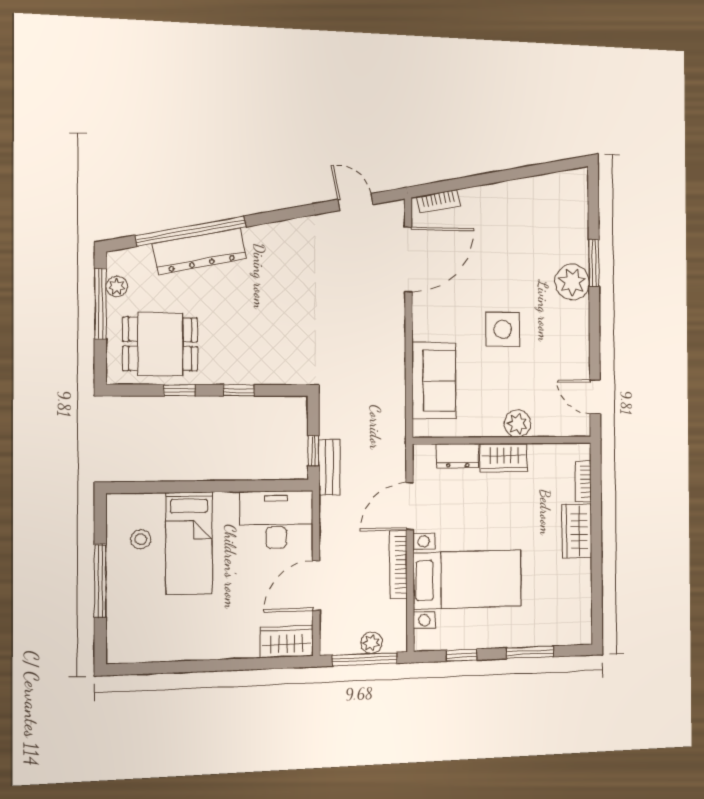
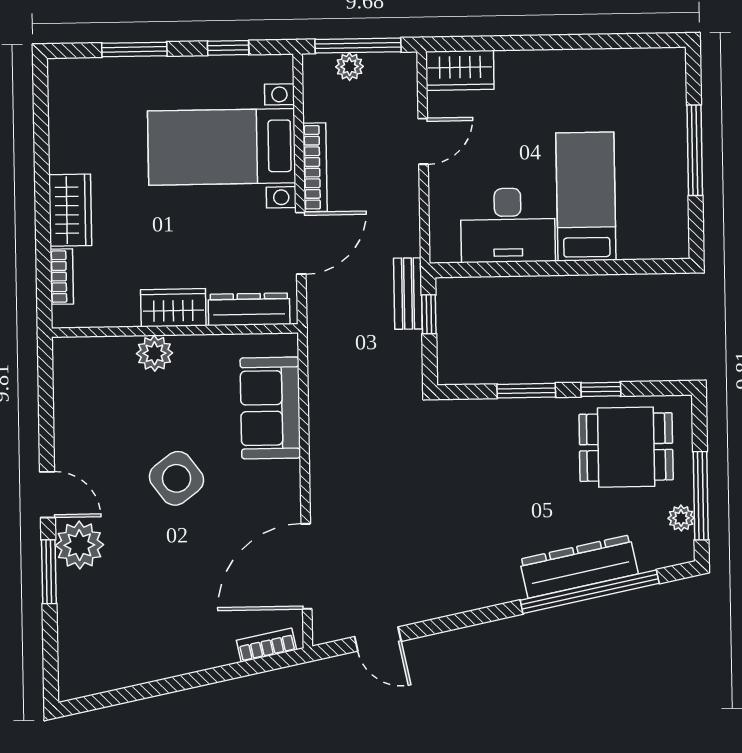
side table: (503, 329) -> (176, 478), turned -37
window: (239, 390) -> (526, 391), width x1.50
door: (595, 397) -> (48, 495), moved
dresser: (458, 456) -> (249, 309), width x1.44
desk: (276, 520) -> (508, 225), moved
stool: (141, 539) -> (646, 202), removed
door: (316, 586) -> (423, 141), width x0.73

